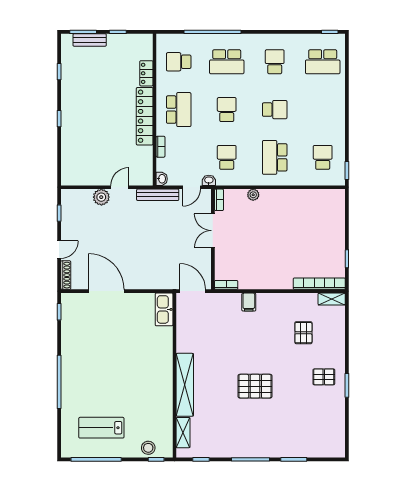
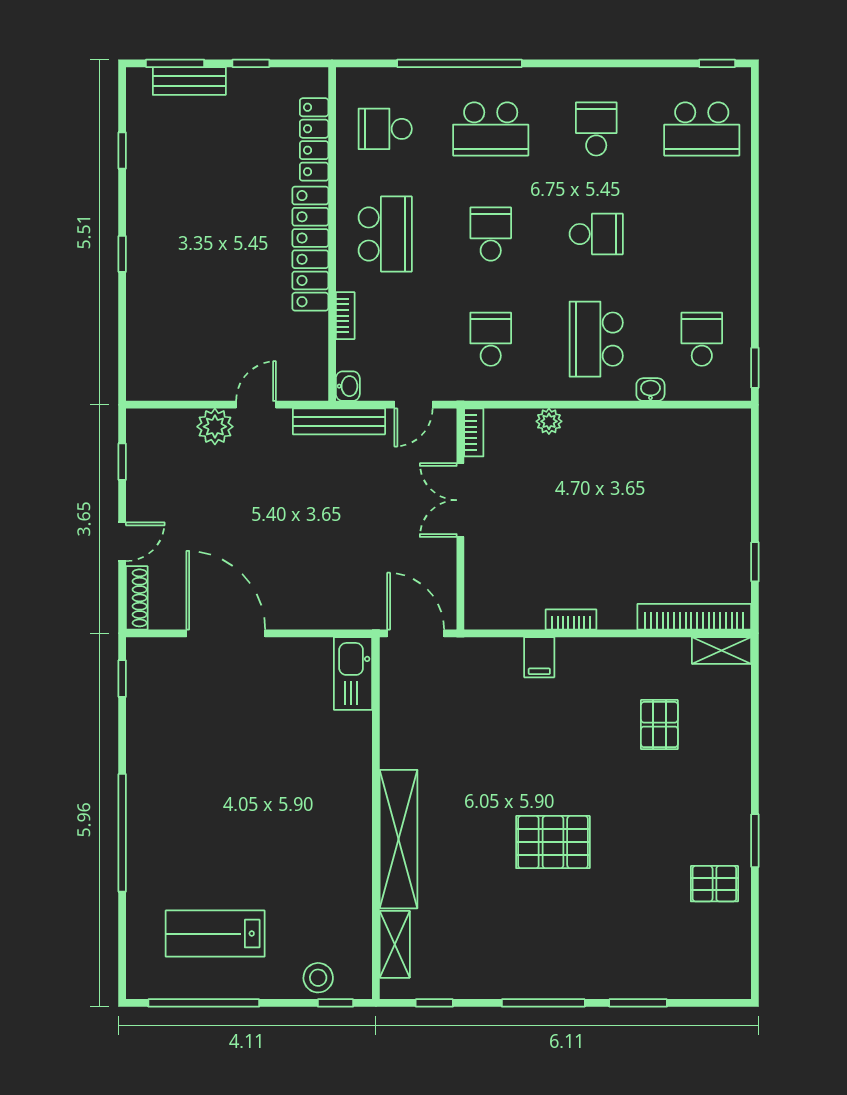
locker: (146, 73) -> (314, 139), width x1.53
washbasin: (209, 180) -> (650, 390), moved
bookcase: (226, 285) -> (571, 619), moved
pallet: (324, 377) -> (714, 884), moved

